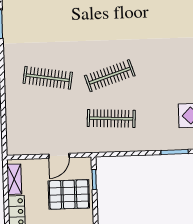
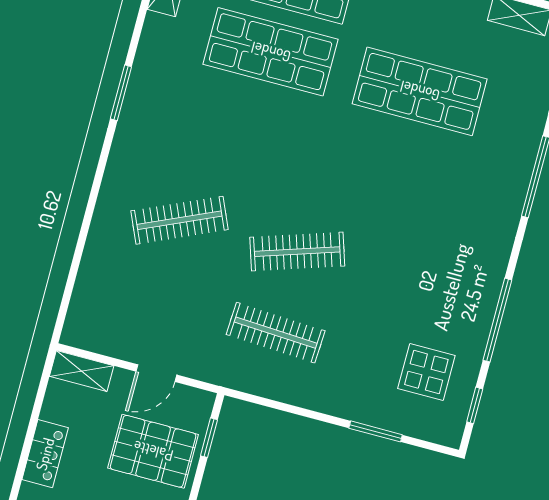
clothes rail: (48, 78) -> (179, 220), turned -33
shelving: (14, 179) -> (82, 371), moved, turned 90

